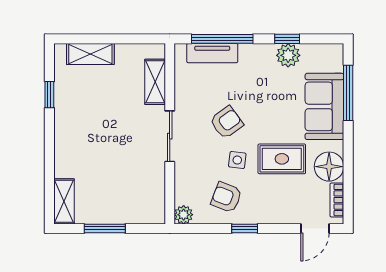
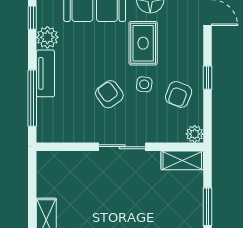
window: (287, 39) -> (32, 18), moved
tv unit: (212, 53) -> (45, 73), moved
shelving: (155, 82) -> (182, 160), moved

